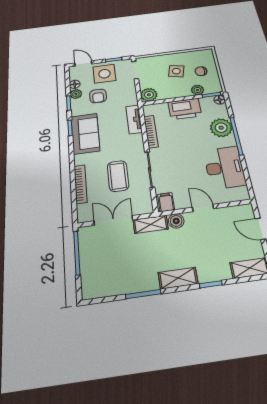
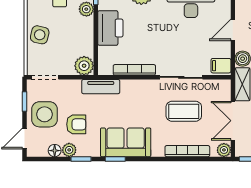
side table: (176, 71) -> (40, 35), moved
tv unit: (134, 119) -> (101, 87), moved
plant: (84, 216) -> (224, 150), added

